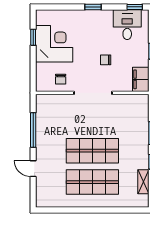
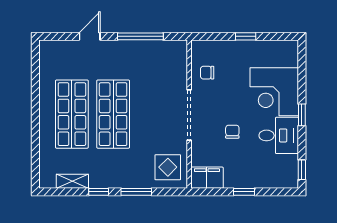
desk: (127, 25) -> (279, 135), moved
window: (33, 37) -> (246, 36), moved
corner desk: (54, 44) -> (274, 92), moved, turned 90
display table: (133, 109) -> (168, 167), added

